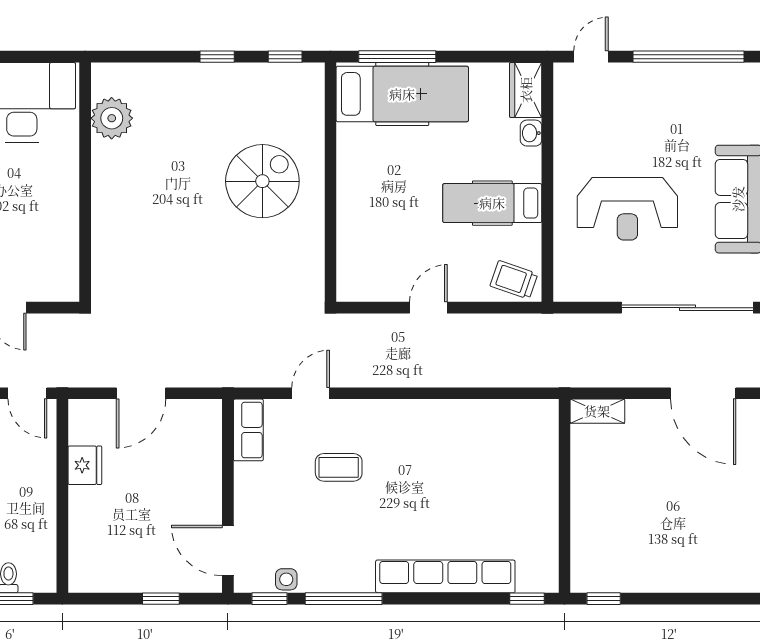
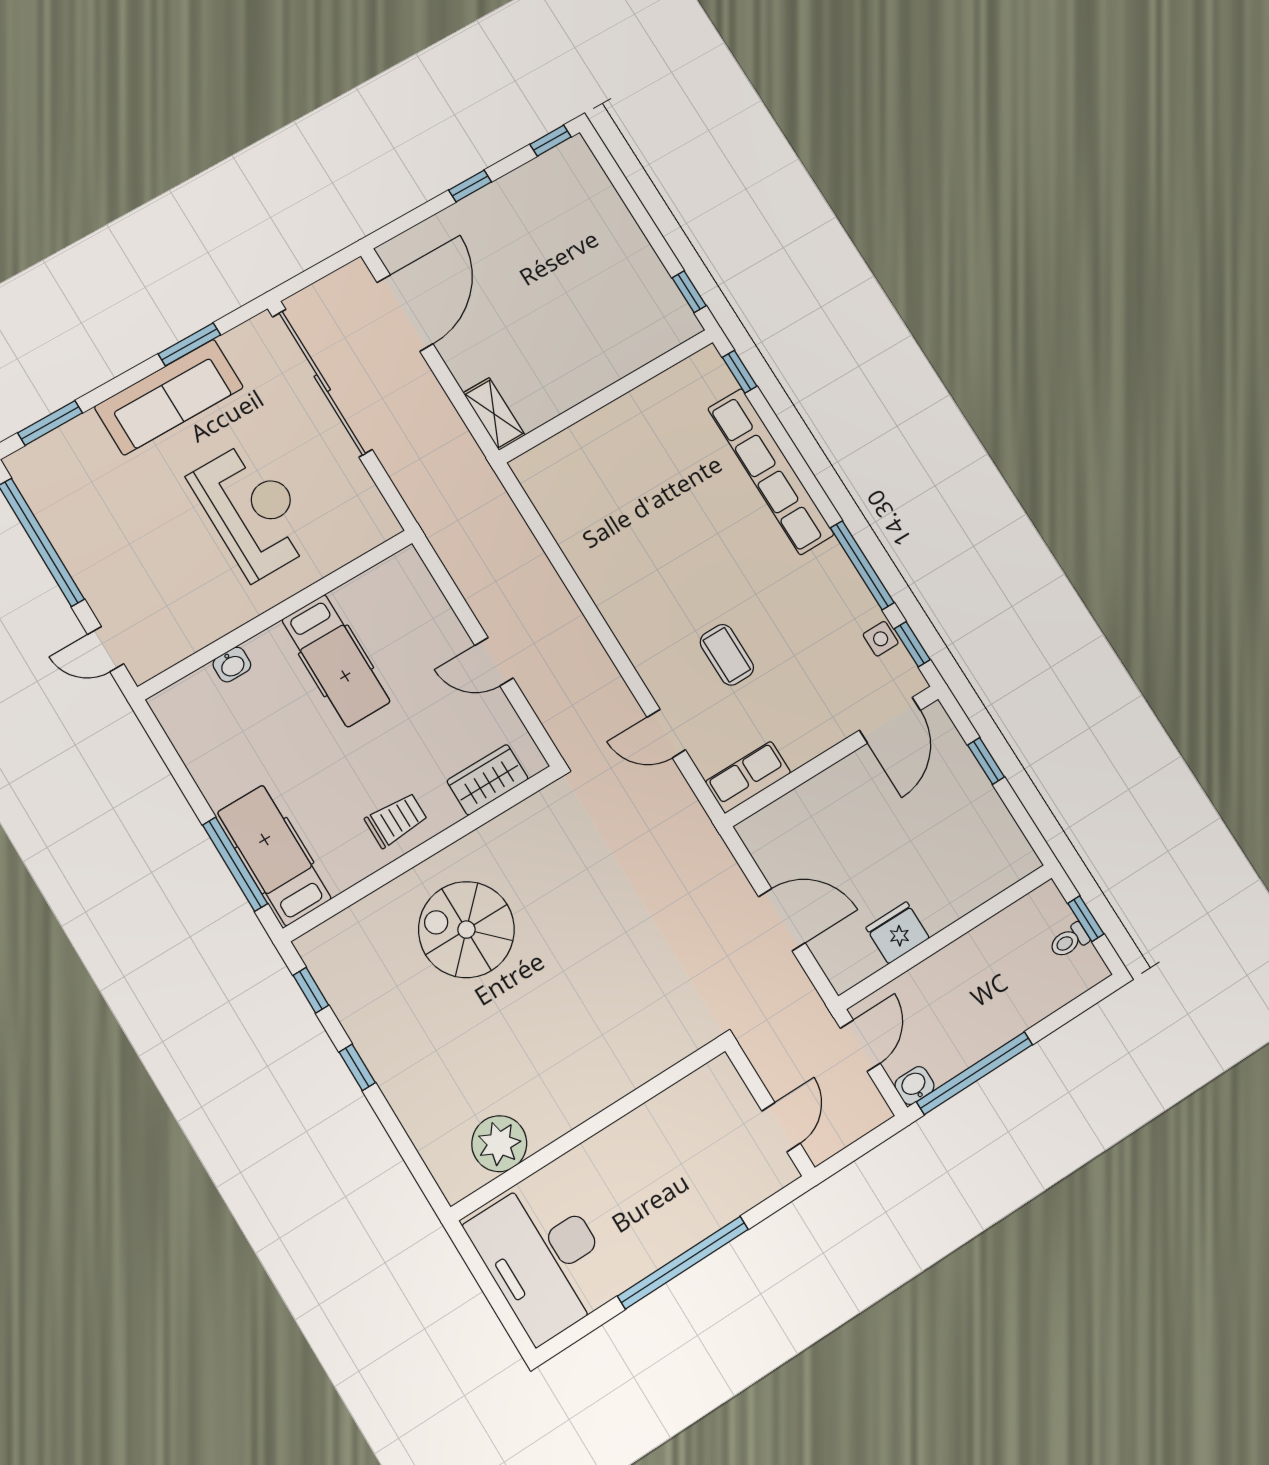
wardrobe: (526, 90) -> (488, 780), moved, turned 180
hospital bed: (402, 94) -> (274, 855), width x0.73, depth x0.77
trolley: (514, 280) -> (396, 820), moved, turned -109

